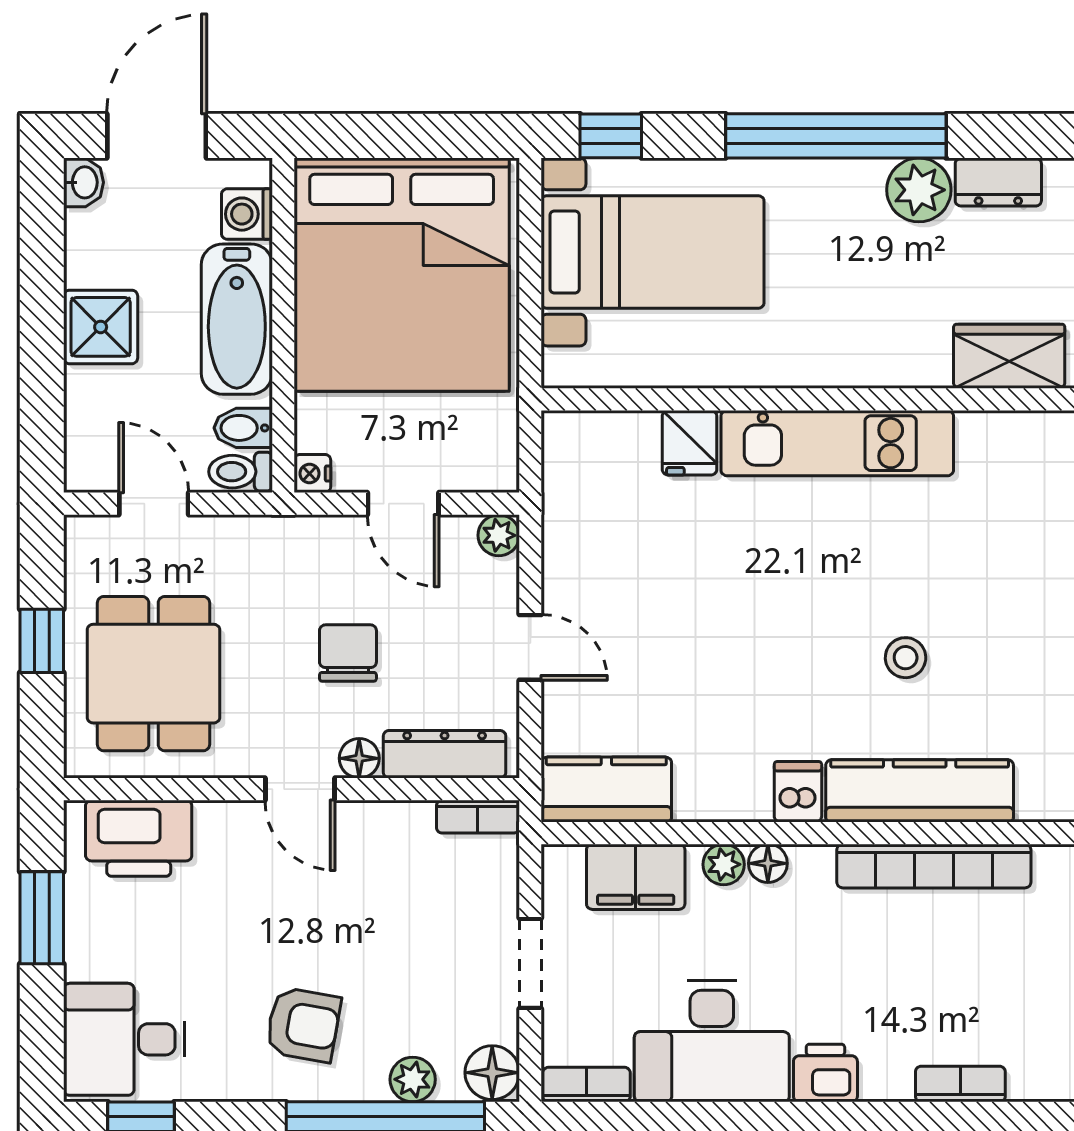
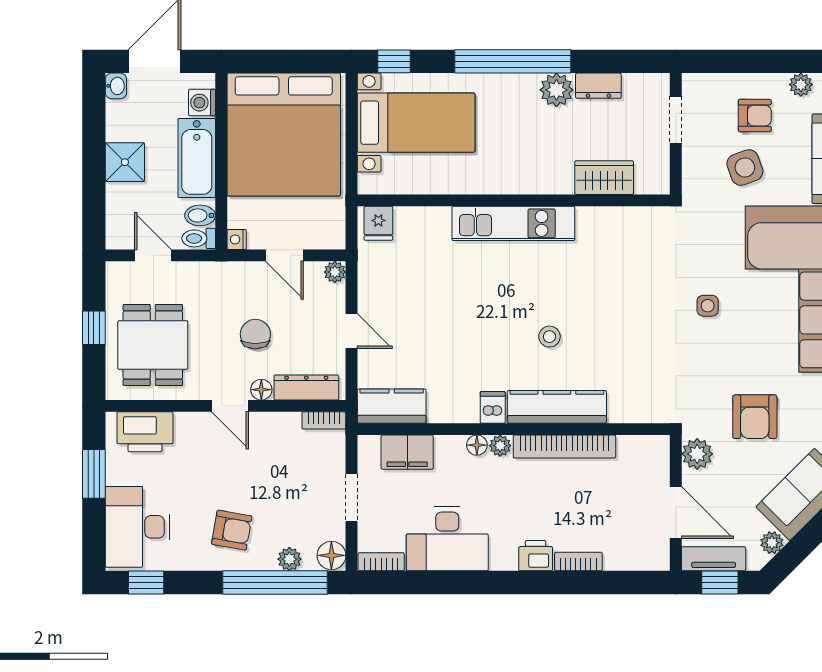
fridge: (690, 443) -> (378, 223), moved
plant: (724, 864) -> (500, 446), moved
desk: (124, 1039) -> (137, 527), width x1.37
printer: (825, 1073) -> (536, 556), moved

